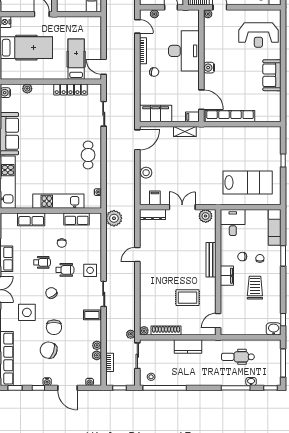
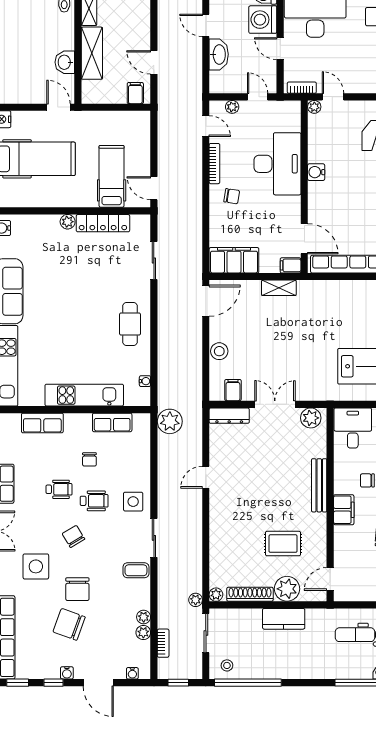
water cooler: (209, 68) -> (316, 172), moved
plant: (27, 89) -> (68, 222), moved
plant: (190, 327) -> (287, 589), added

